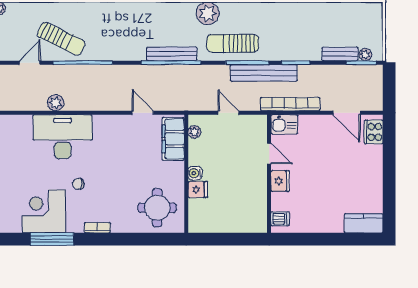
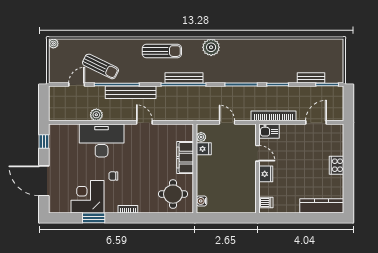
sun lounger: (233, 43) -> (162, 51), moved, turned 180
plant: (365, 55) -> (330, 78), removed
bench: (264, 73) -> (131, 92), moved
door: (143, 113) -> (144, 122), moved
door: (347, 113) -> (316, 122), swing flipped
cooker: (374, 132) -> (337, 165), moved
filing cabinet: (173, 139) -> (185, 158), moved
water cooler: (195, 173) -> (202, 201), moved
fridge: (198, 189) -> (204, 149), moved
kitchen counter: (364, 223) -> (322, 206), width x1.50
window: (52, 239) -> (94, 218), width x0.69

